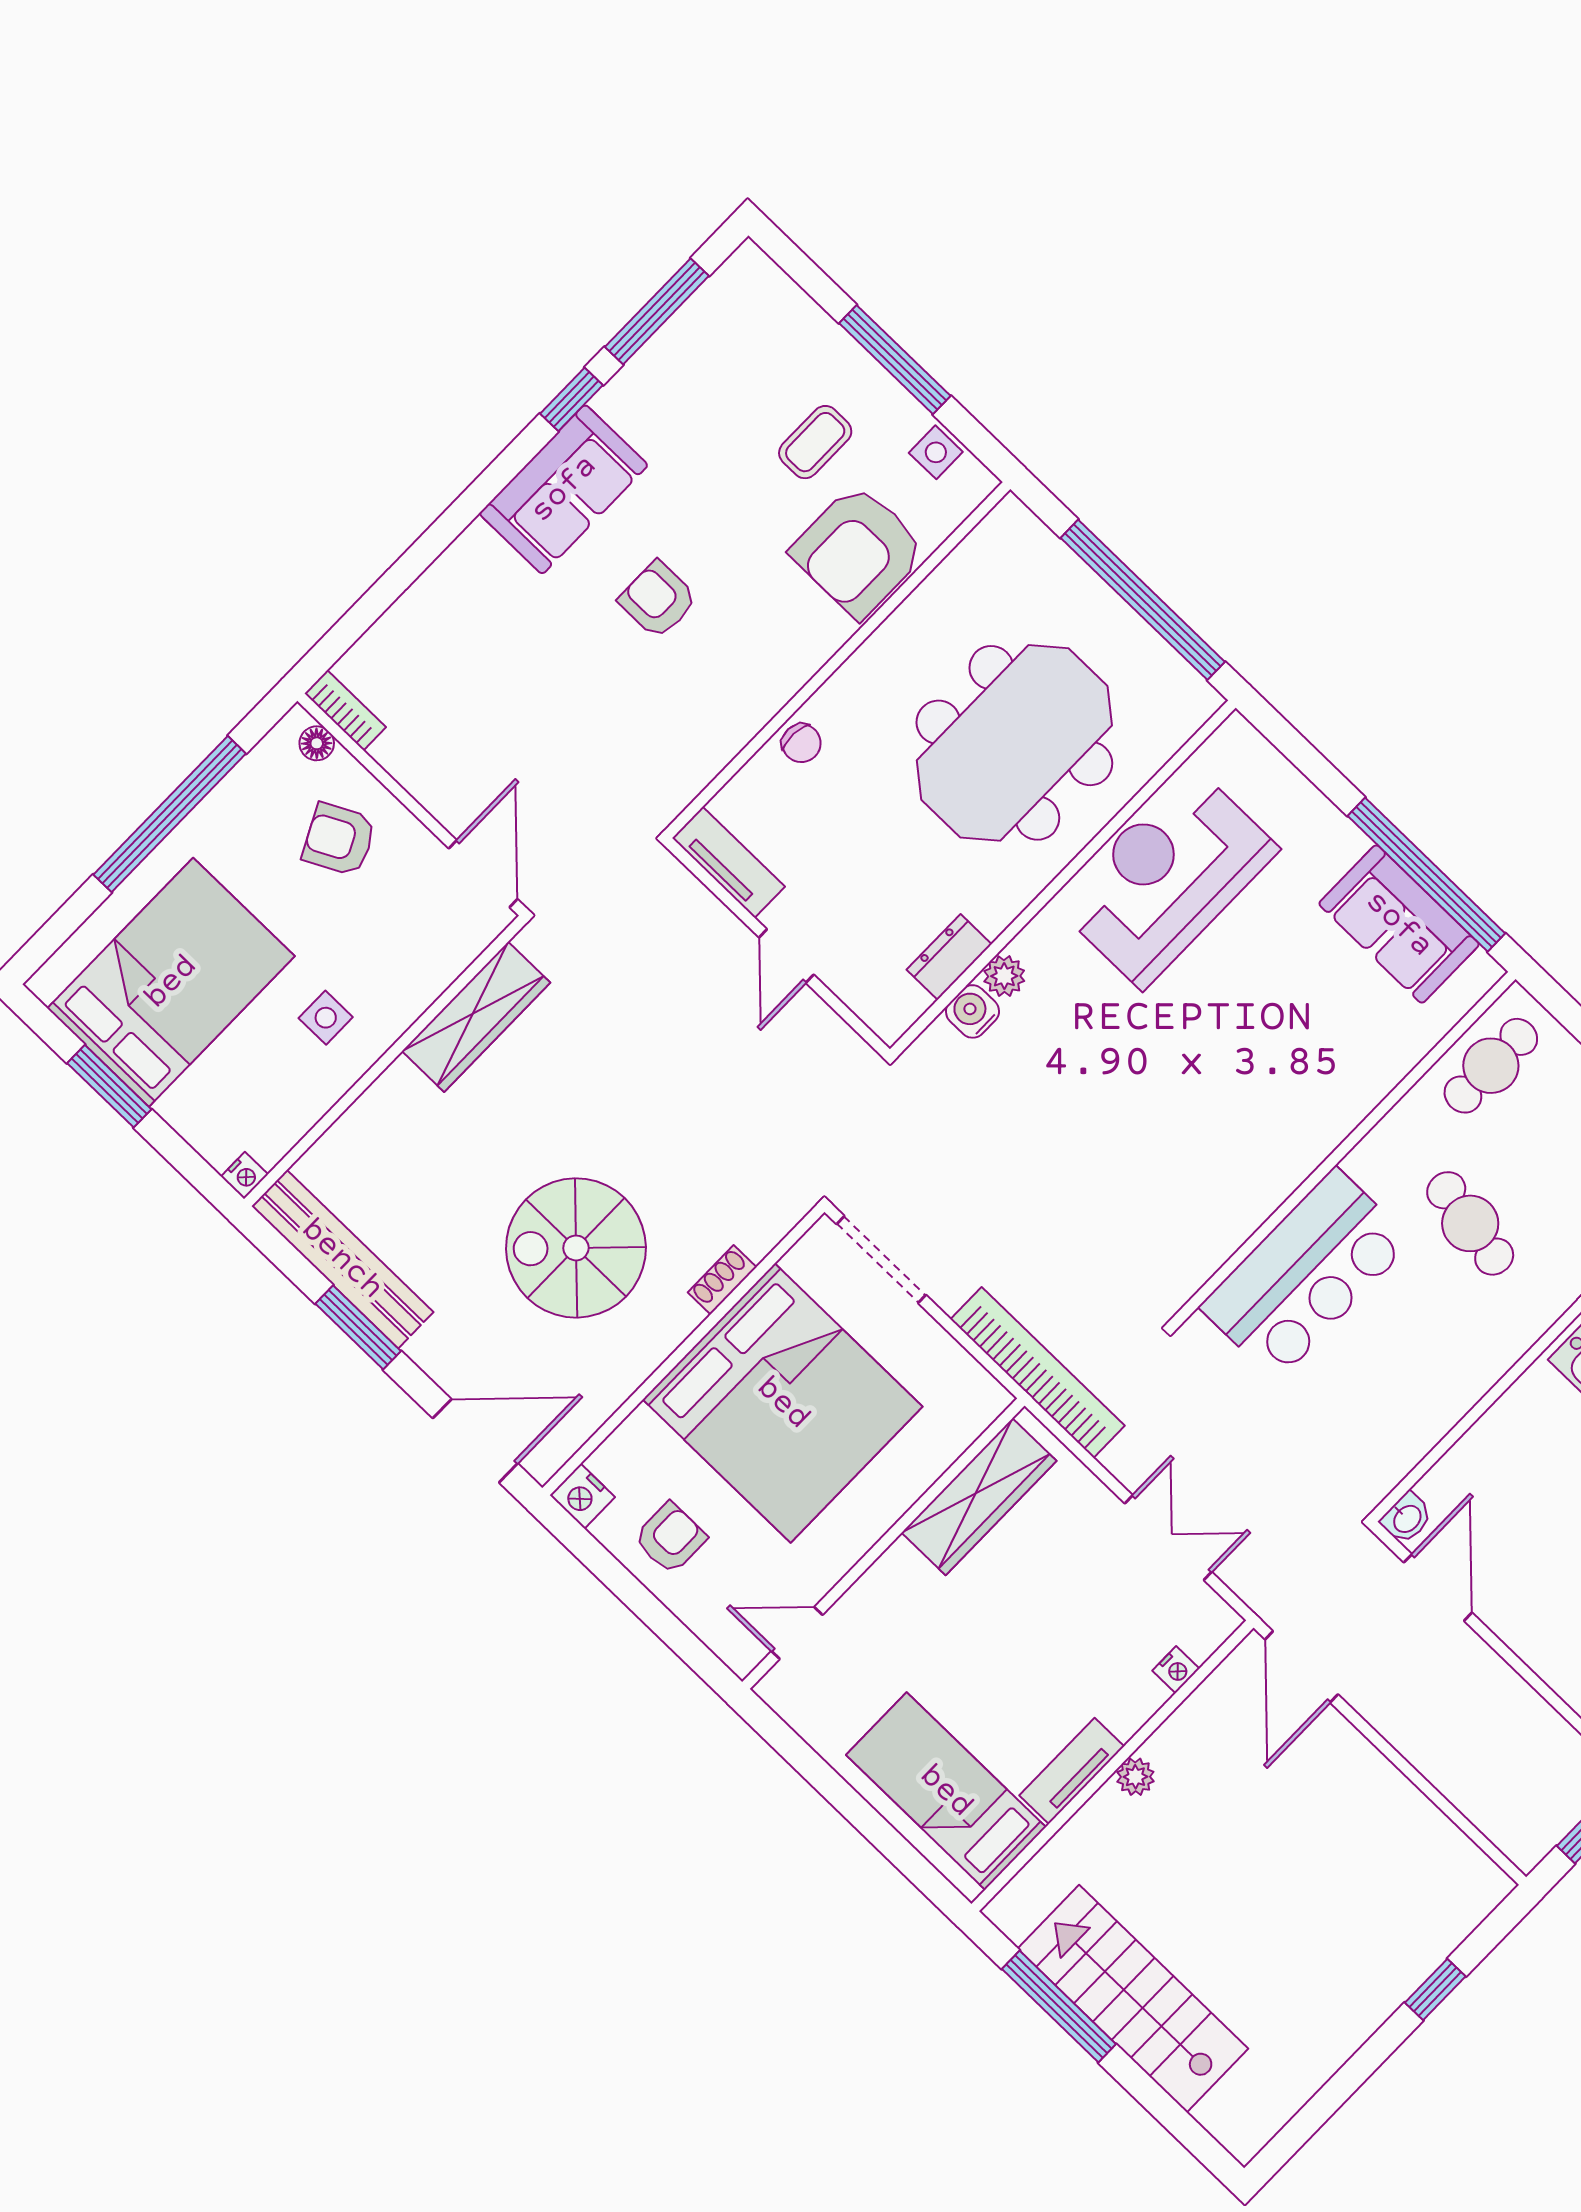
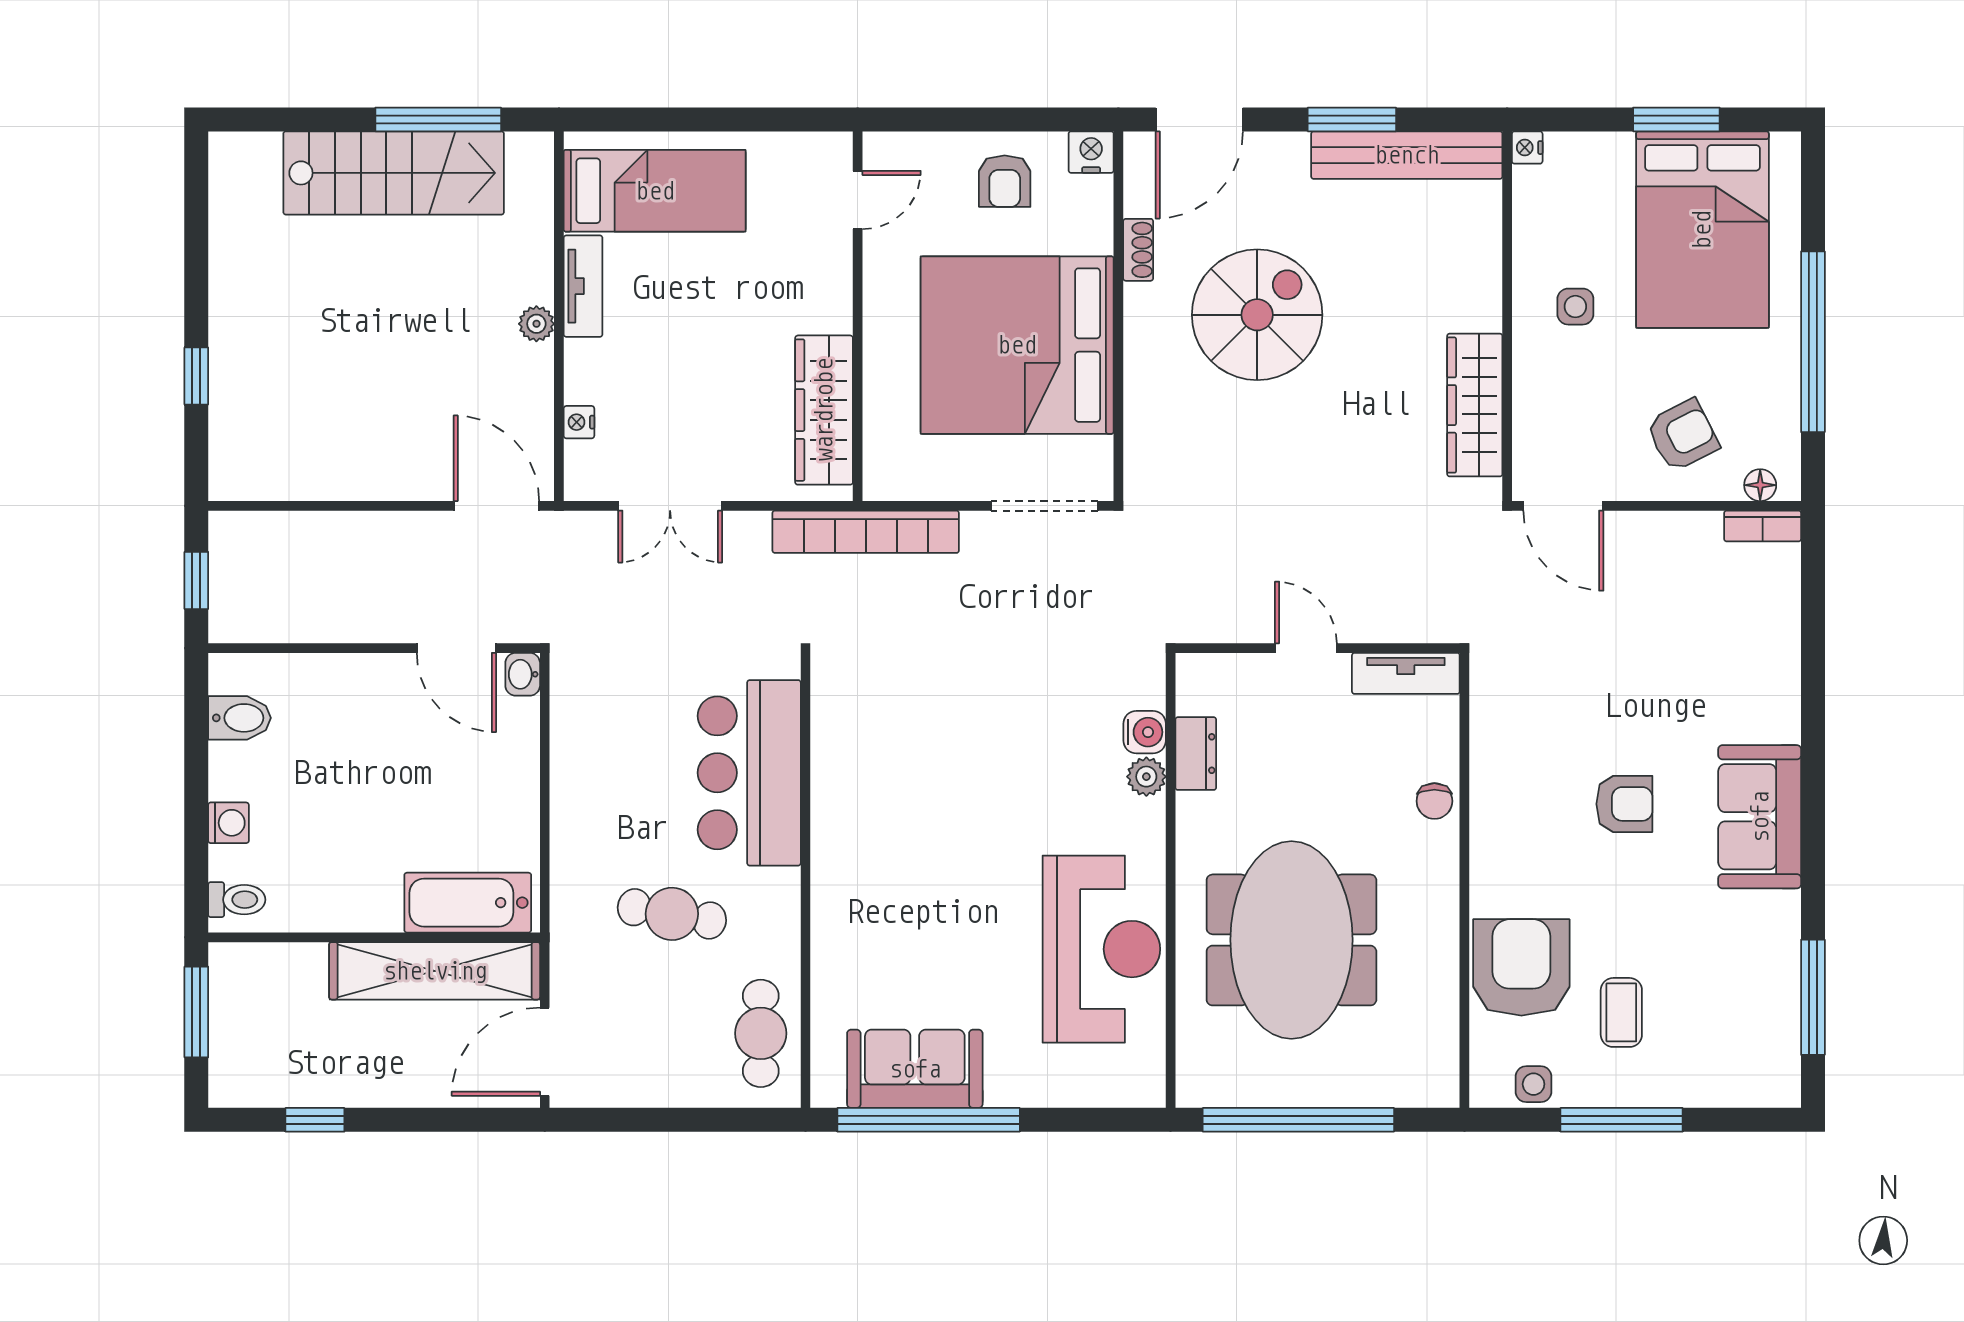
window: (572, 399) -> (1813, 882), removed
chair: (801, 743) -> (1434, 801), turned -93
shoe rack: (722, 1280) -> (1138, 250), moved

